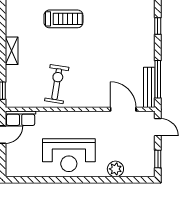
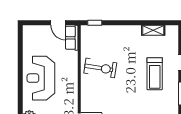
shelving: (12, 51) -> (153, 30), moved

